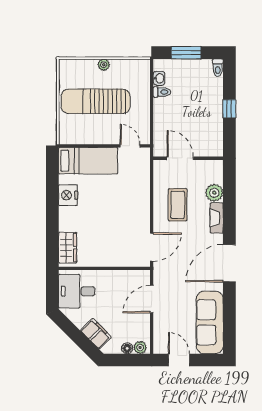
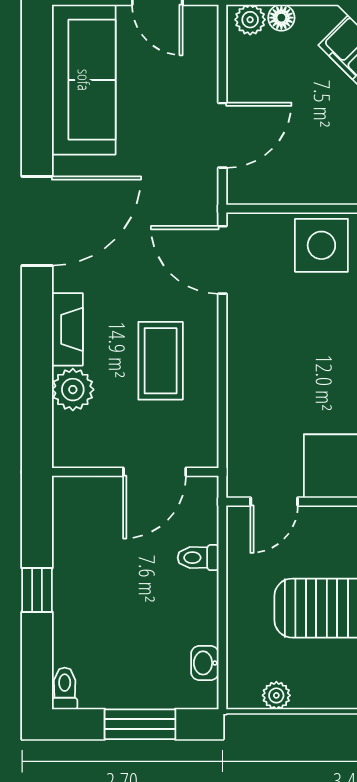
plant: (104, 65) -> (276, 695), moved
toilet: (162, 92) -> (198, 558), moved
door: (130, 146) -> (274, 502), hinge flipped
door: (180, 158) -> (155, 472), hinge flipped
door: (152, 247) -> (222, 260), hinge flipped
side table: (110, 253) -> (321, 245), added

